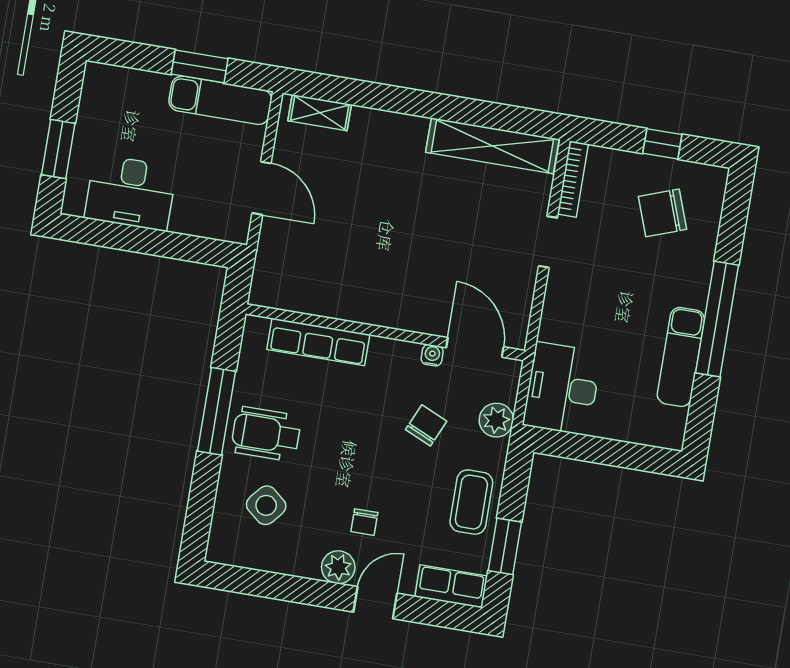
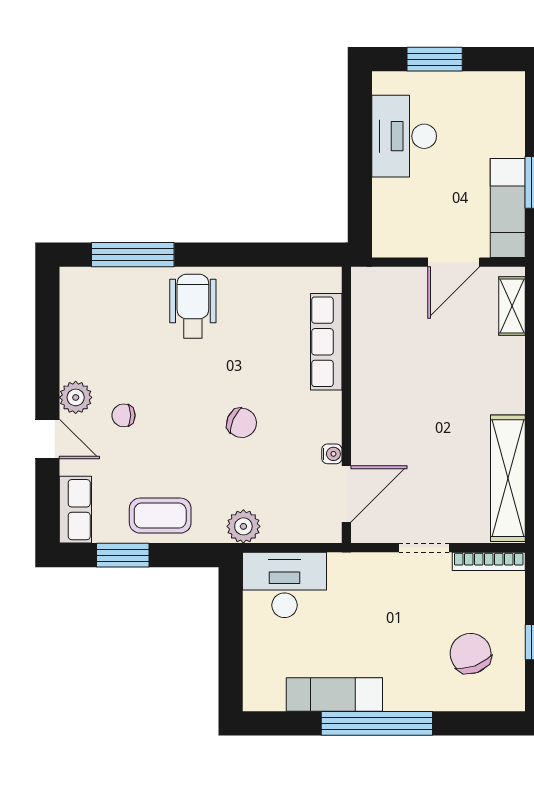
door: (262, 188) -> (454, 262), moved
wall: (385, 332) -> (346, 405), moved
row of seats: (318, 342) -> (326, 342), moved
door: (475, 347) -> (346, 494), moved
water cooler: (432, 355) -> (332, 454), moved
window: (216, 411) -> (133, 255), moved
chair: (426, 425) -> (242, 423), moved
side table: (266, 505) -> (124, 318), removed

